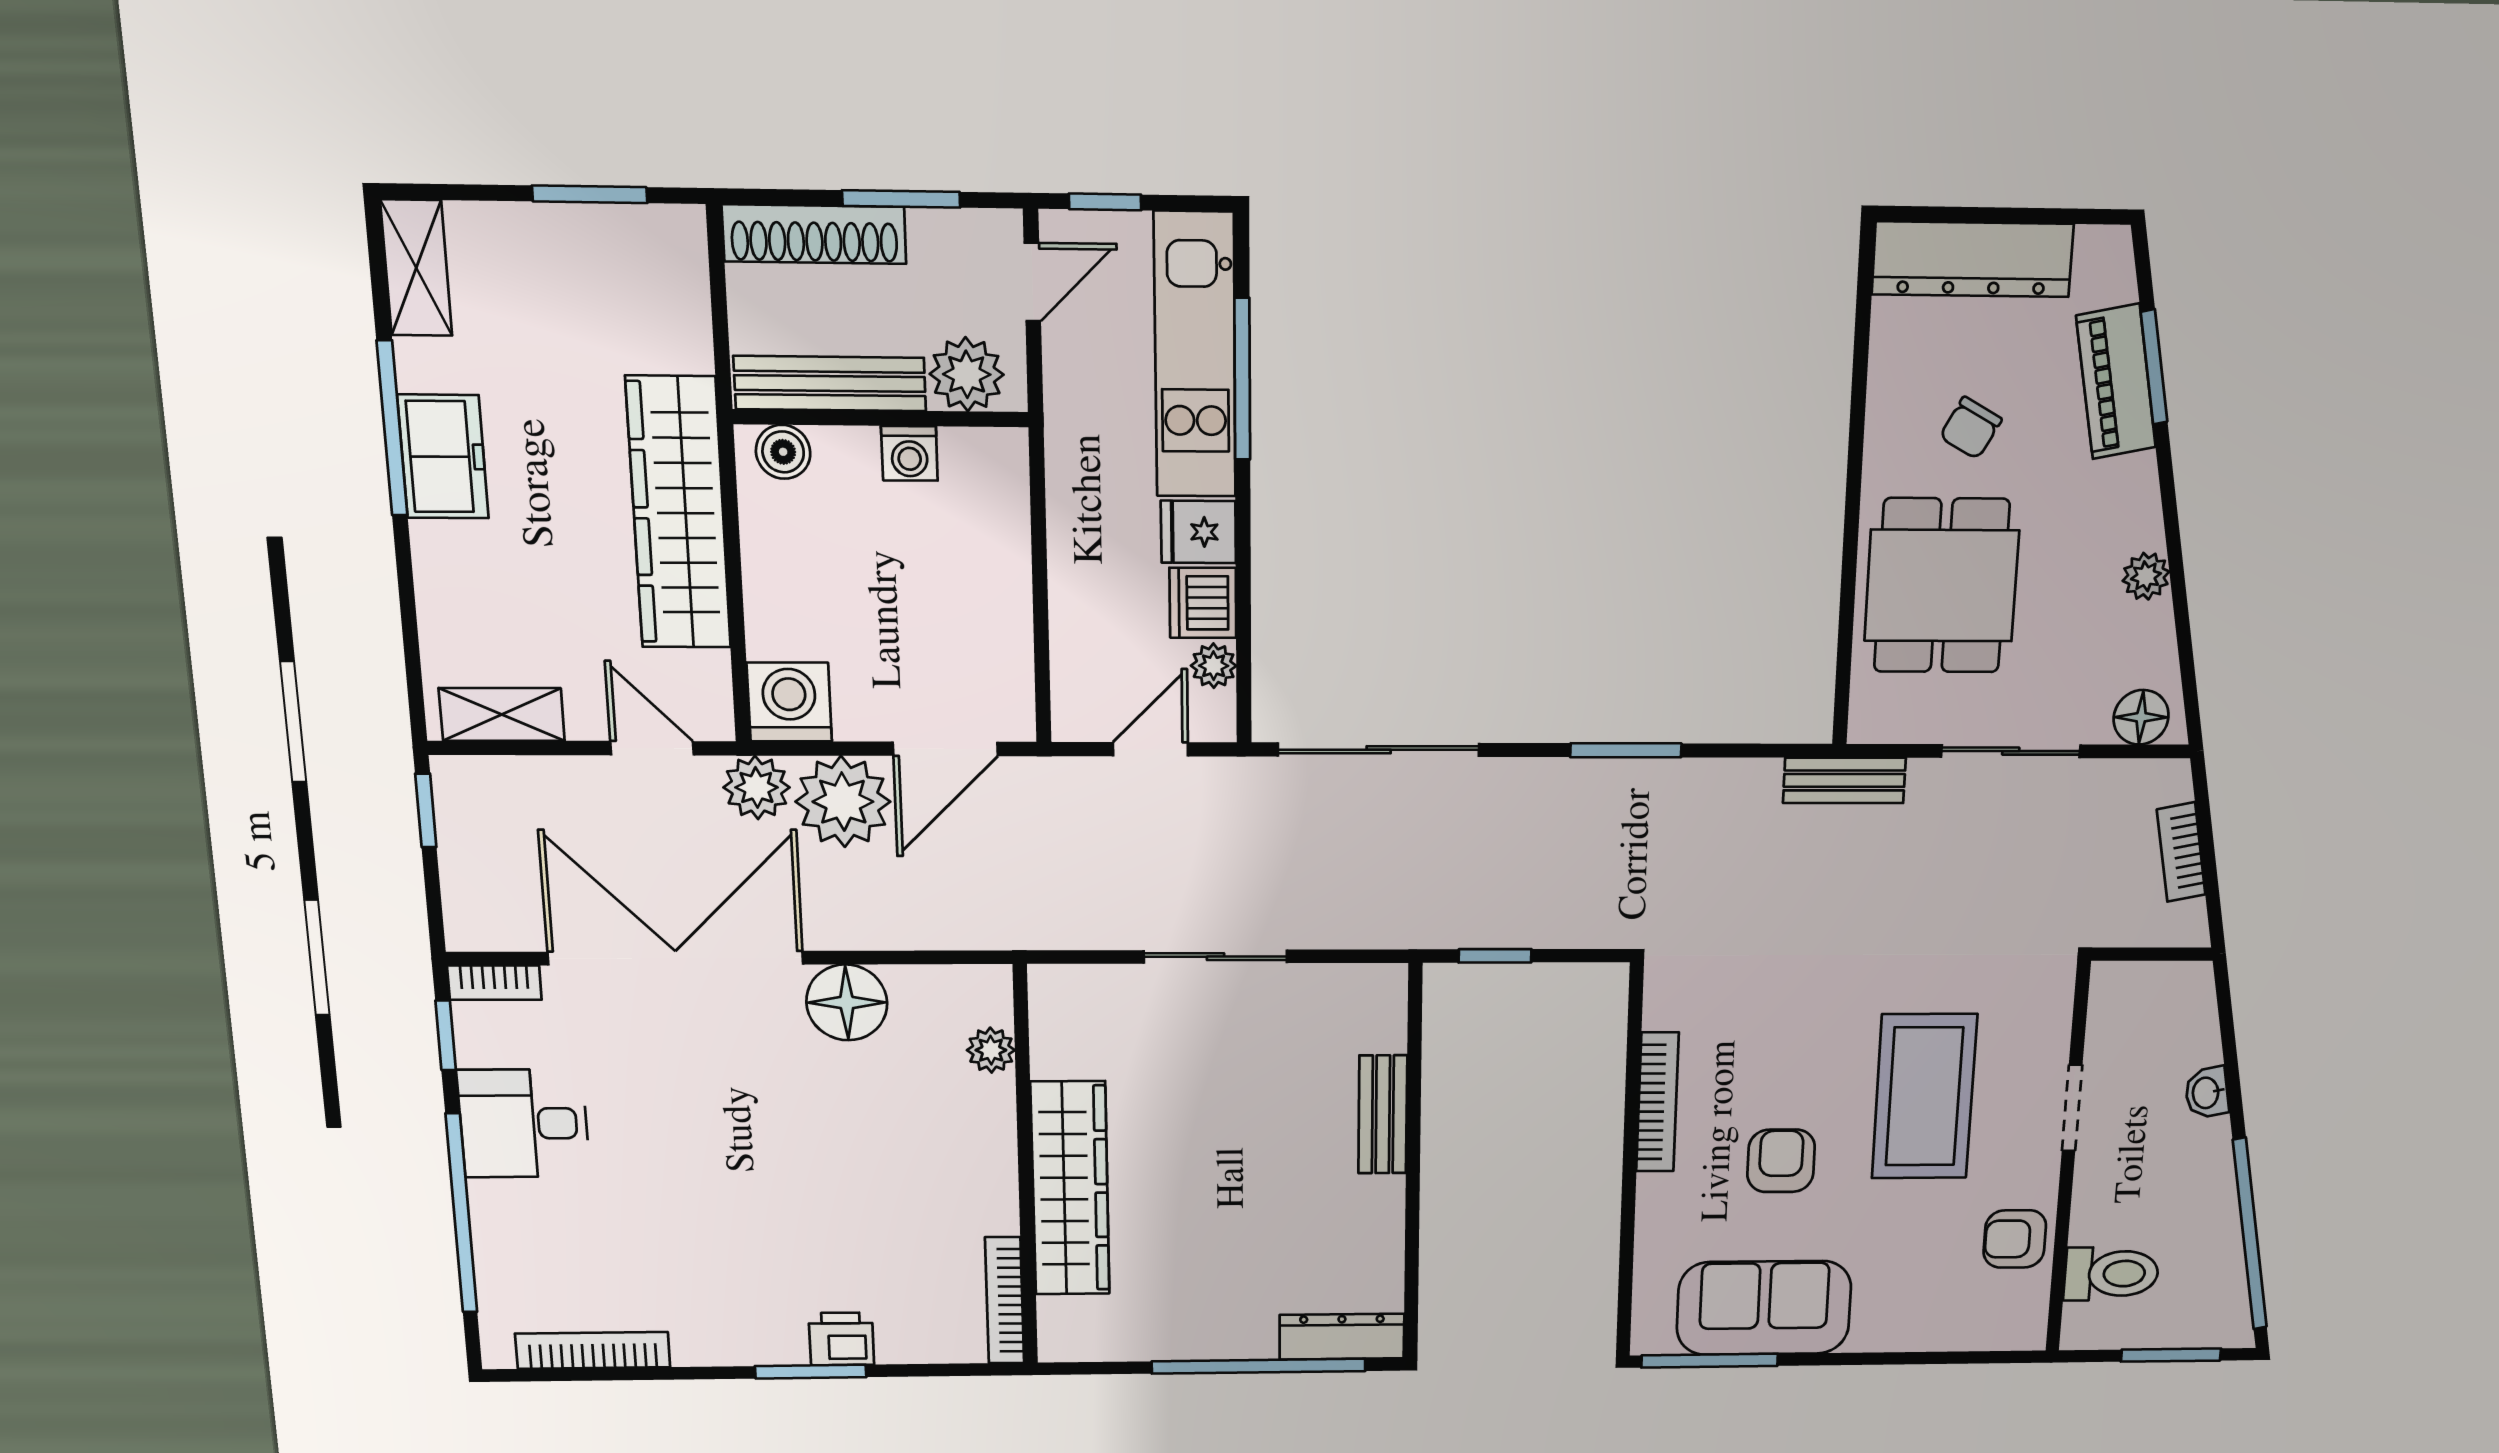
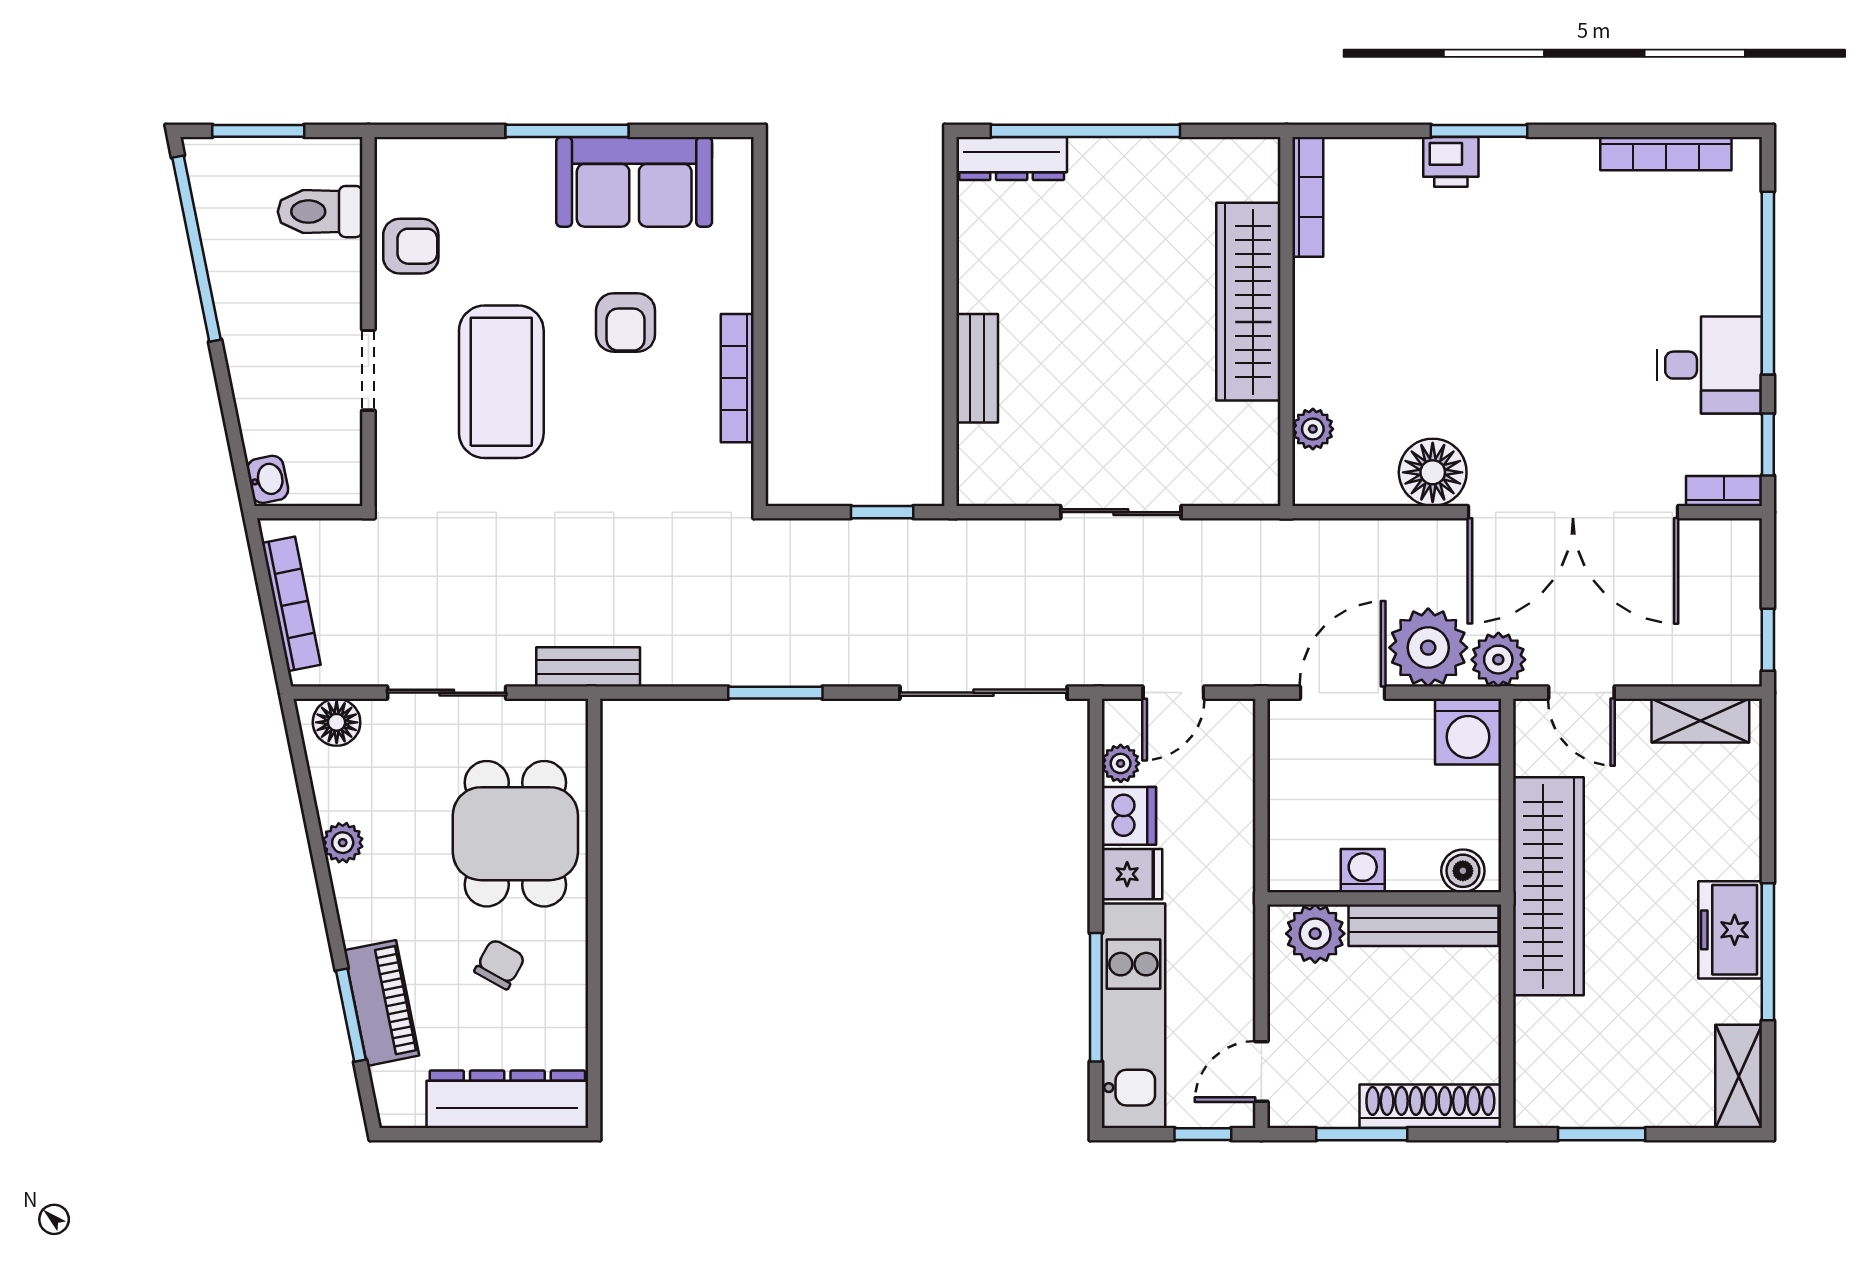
plant: (967, 374) -> (1315, 934), moved
bench: (830, 383) -> (1423, 925), moved
wall: (881, 418) -> (1384, 898), moved
boiler: (783, 452) -> (1463, 871), moved
washing machine: (909, 453) -> (1363, 871), moved
bookcase: (2181, 852) -> (291, 604), width x1.56
washbasin: (2207, 1093) -> (268, 479), moved
window: (1710, 1361) -> (567, 131), moved

